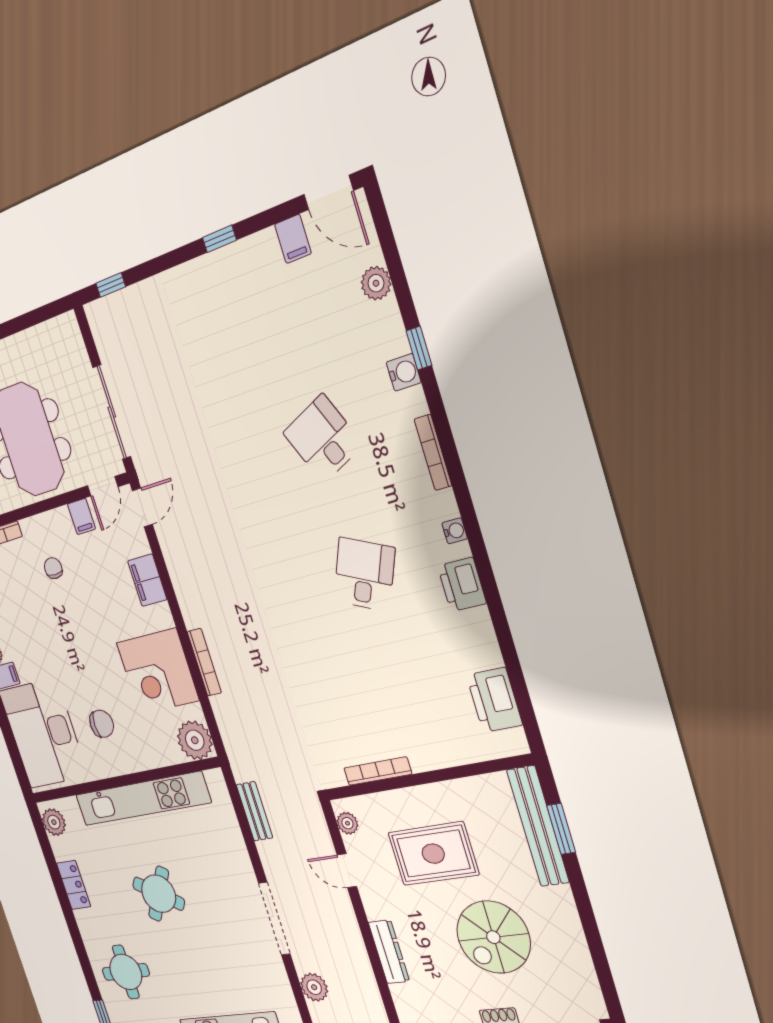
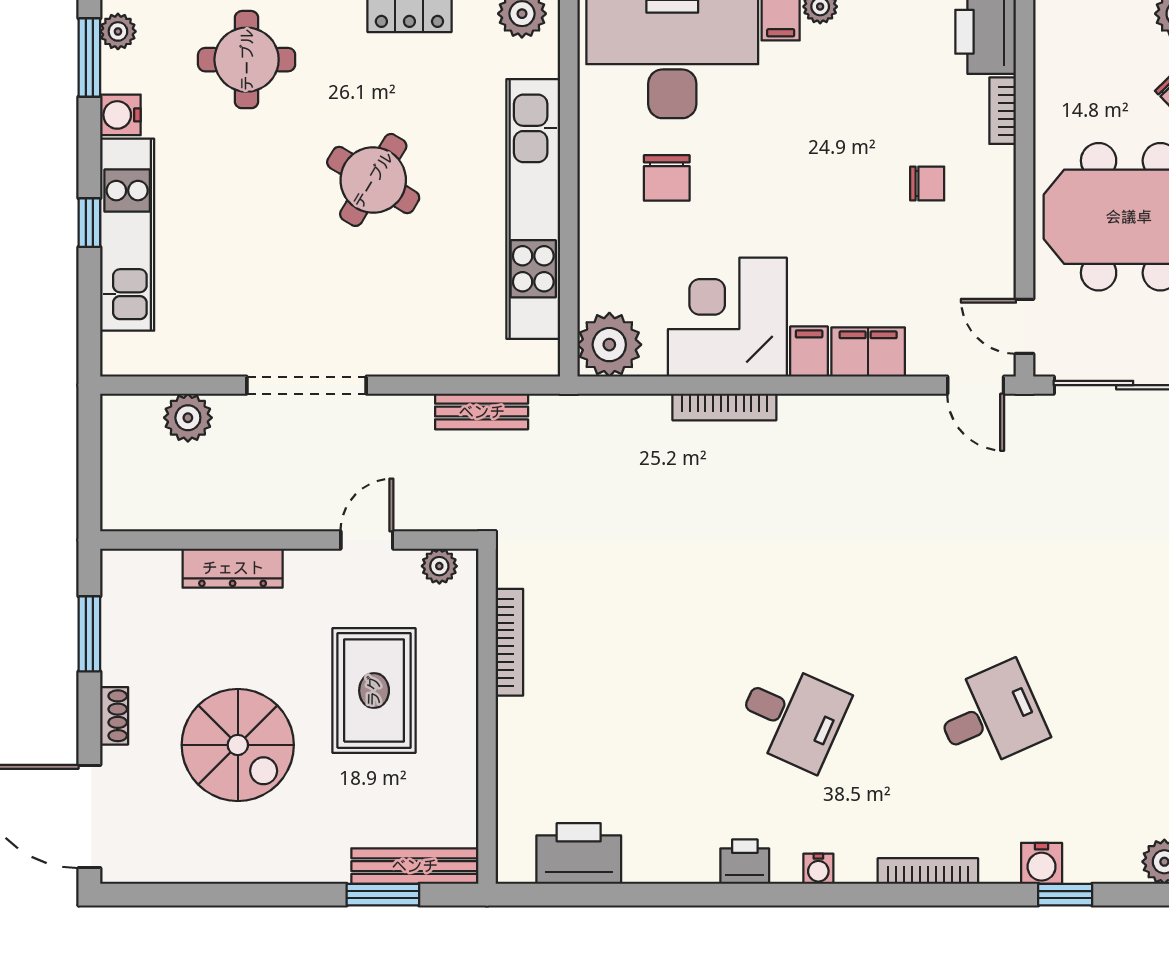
filing cabinet: (81, 516) -> (809, 351), moved, turned 90
printer: (462, 585) -> (745, 862), width x0.73, depth x0.81
bench: (538, 826) -> (415, 866), width x0.73, depth x0.82
spiral stairs: (493, 937) -> (238, 745), turned 180

